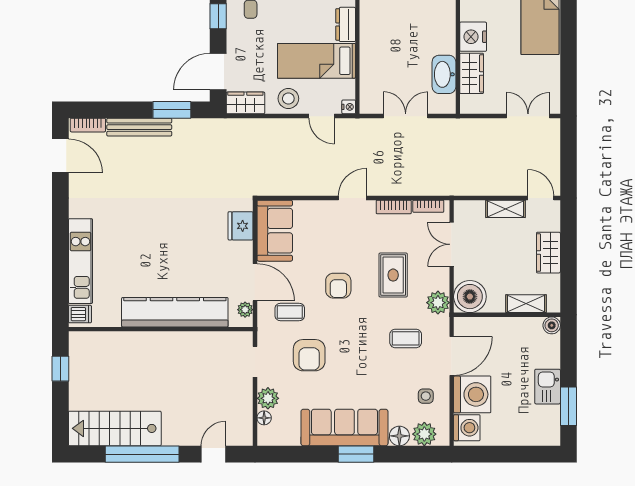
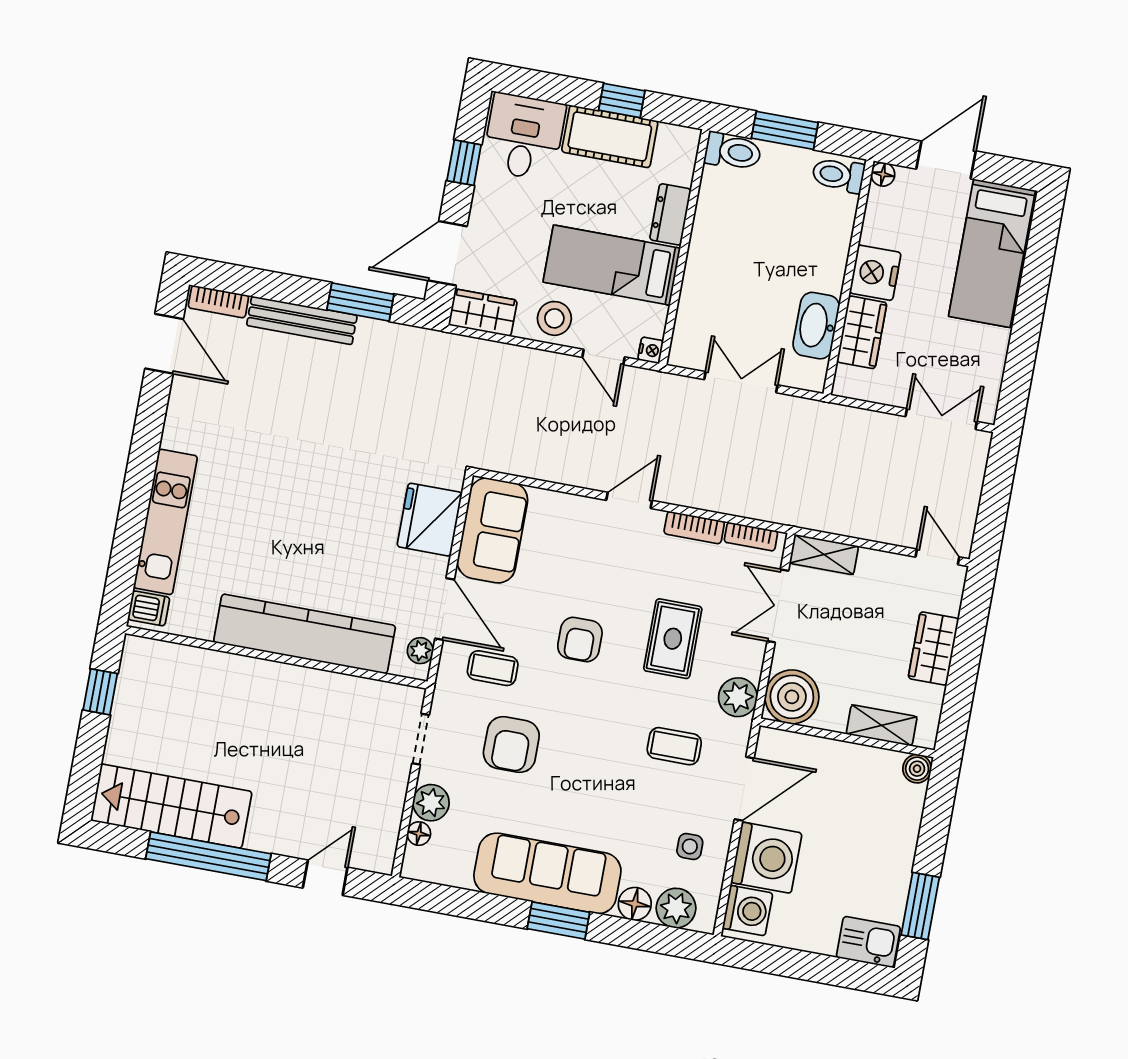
shelving: (506, 209) -> (824, 555), moved
fridge: (241, 226) -> (430, 520), width x1.36, depth x1.34
kitchen sink: (548, 387) -> (868, 942), moved, turned 90

